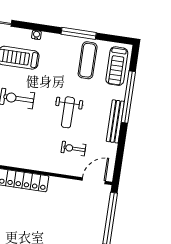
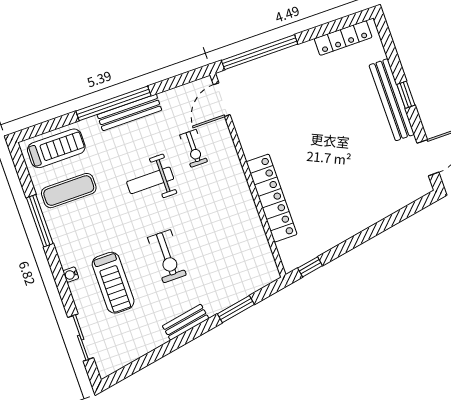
window: (128, 97) -> (113, 103), moved
weight bench: (68, 112) -> (150, 180), turned 180
door: (94, 181) -> (222, 100), hinge flipped

